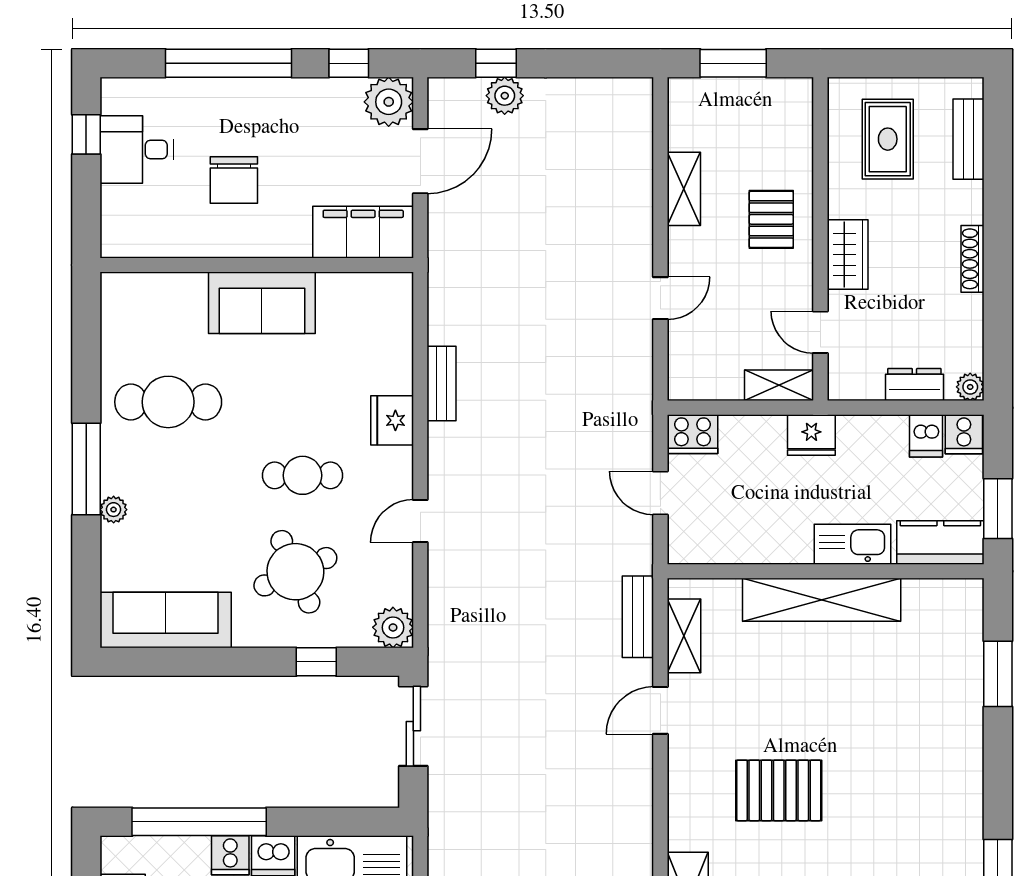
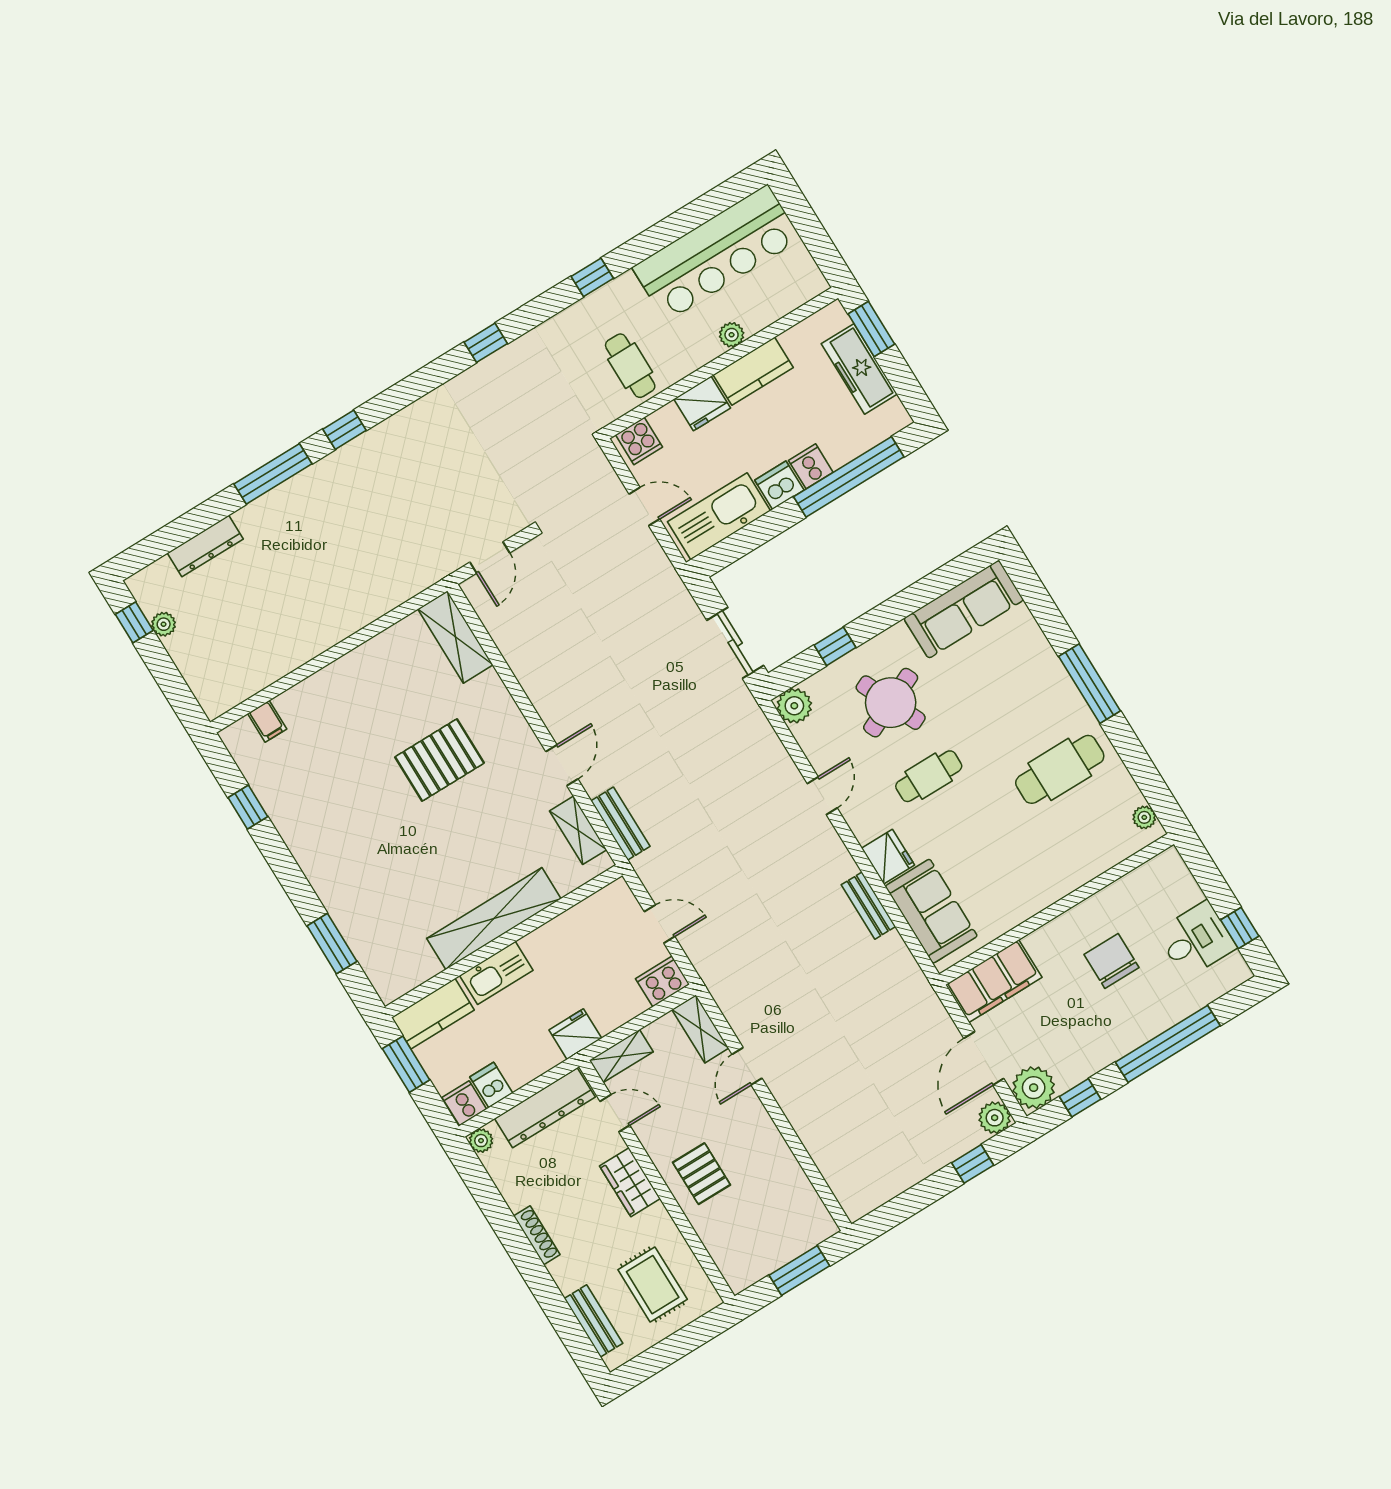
plant: (505, 96) -> (995, 1118), moved
shelving: (684, 189) -> (700, 1029), moved
sofa: (262, 303) -> (931, 911), moved, turned 90
dresser: (914, 385) -> (545, 1108), width x1.96, depth x1.24
plant: (114, 510) -> (1144, 817), moved

